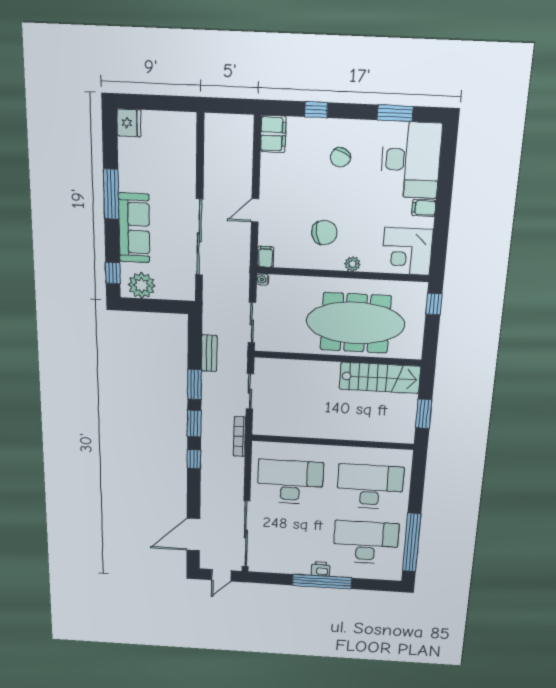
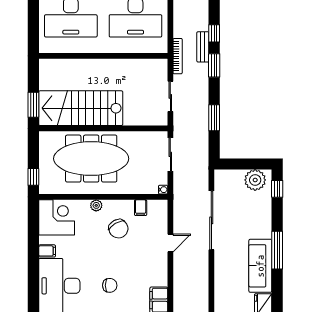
chair: (340, 157) -> (110, 285), turned 66
sofa: (134, 228) -> (260, 266), moved
chair: (324, 233) -> (118, 229), turned -110
filing cabinet: (265, 257) -> (141, 208), moved
bench: (209, 353) -> (203, 47), moved
stairs: (380, 378) -> (81, 108), width x1.36, depth x1.51
window: (195, 384) -> (214, 118), moved
window: (424, 414) -> (33, 105), moved

